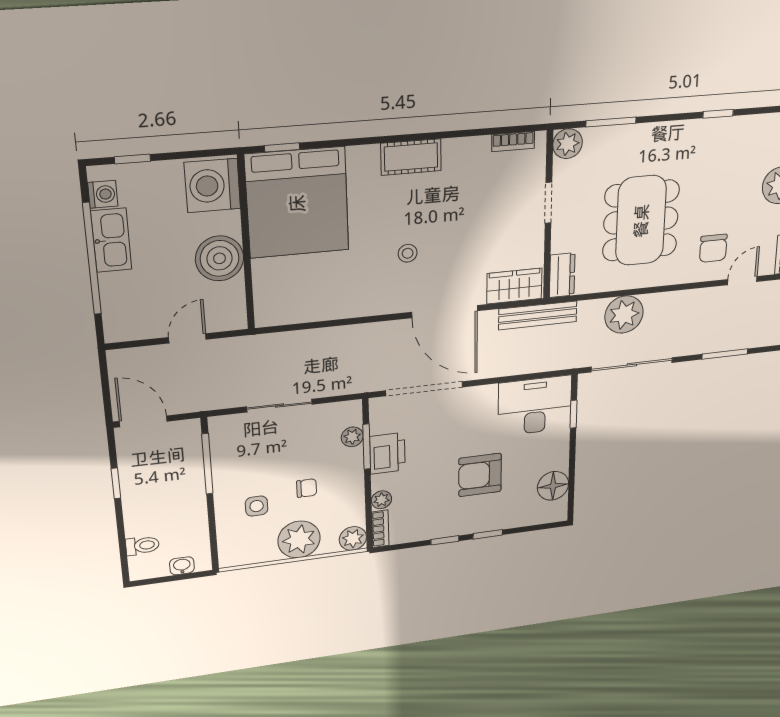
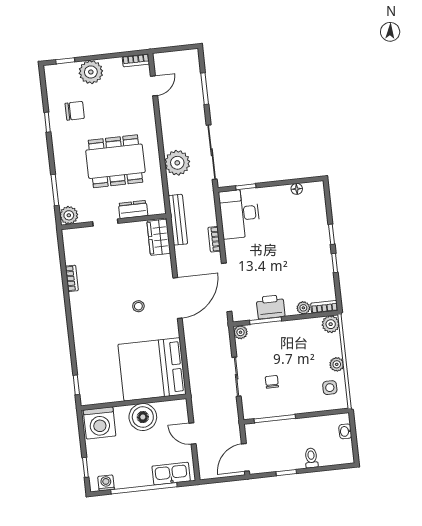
bookcase: (513, 142) -> (72, 278), moved
cot: (411, 157) -> (80, 310), removed
bed: (297, 203) -> (152, 369), moved, turned 180
kitchen sink: (111, 240) -> (171, 474), moved
chair: (713, 248) -> (75, 111), moved
dresser: (562, 275) -> (133, 209), moved
door: (742, 281) -> (154, 86), swing flipped
door: (445, 312) -> (177, 298), moved
bookcase: (501, 370) -> (214, 239), added
plant: (352, 437) -> (241, 332), moved
armchair: (480, 475) -> (288, 245), removed
floor lamp: (553, 486) -> (297, 189), width x0.53, depth x0.53
chair: (307, 488) -> (272, 382), moved
side table: (257, 506) -> (330, 388), moved
plant: (299, 539) -> (337, 364), width x0.53, depth x0.53
toilet: (142, 546) -> (311, 458), moved

